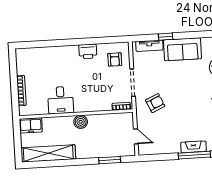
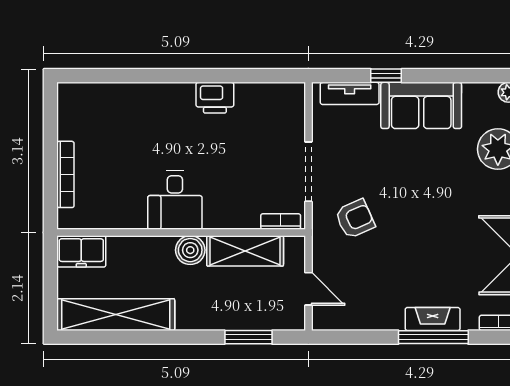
armchair: (115, 60) -> (272, 119), removed
desk: (61, 100) -> (175, 200), moved
shelving: (106, 121) -> (245, 251), added

